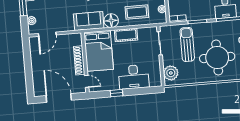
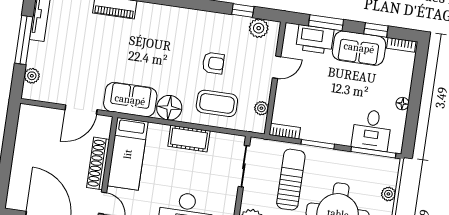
door: (47, 34) -> (81, 110), moved
bed: (99, 51) -> (128, 154), width x0.67

